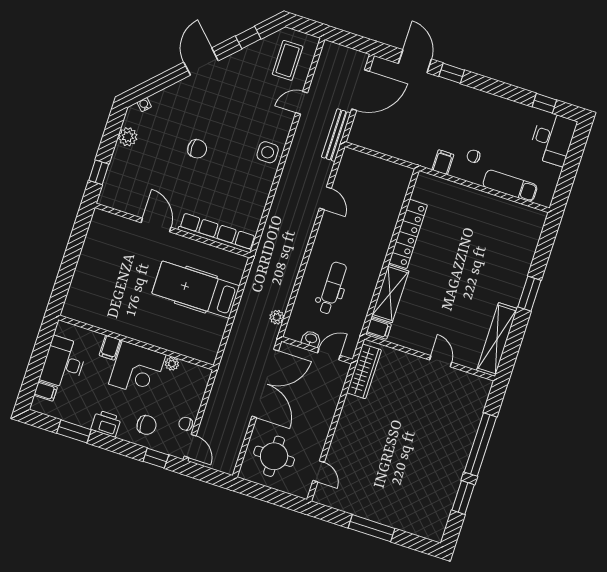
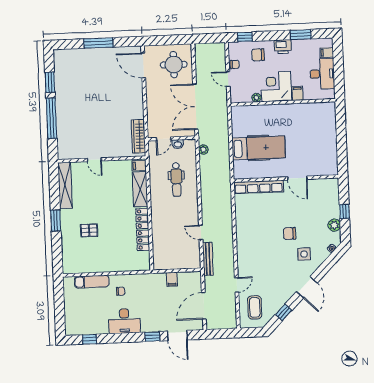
bench: (336, 135) -> (208, 259), moved
desk: (553, 139) -> (124, 321), moved, turned -90
side table: (268, 152) -> (304, 254), moved
filing cabinet: (443, 162) -> (172, 279), moved
window: (99, 172) -> (344, 211), moved
pallet: (486, 261) -> (89, 230), added
door: (190, 446) -> (228, 79), moved
door: (319, 471) -> (143, 65), width x1.88

